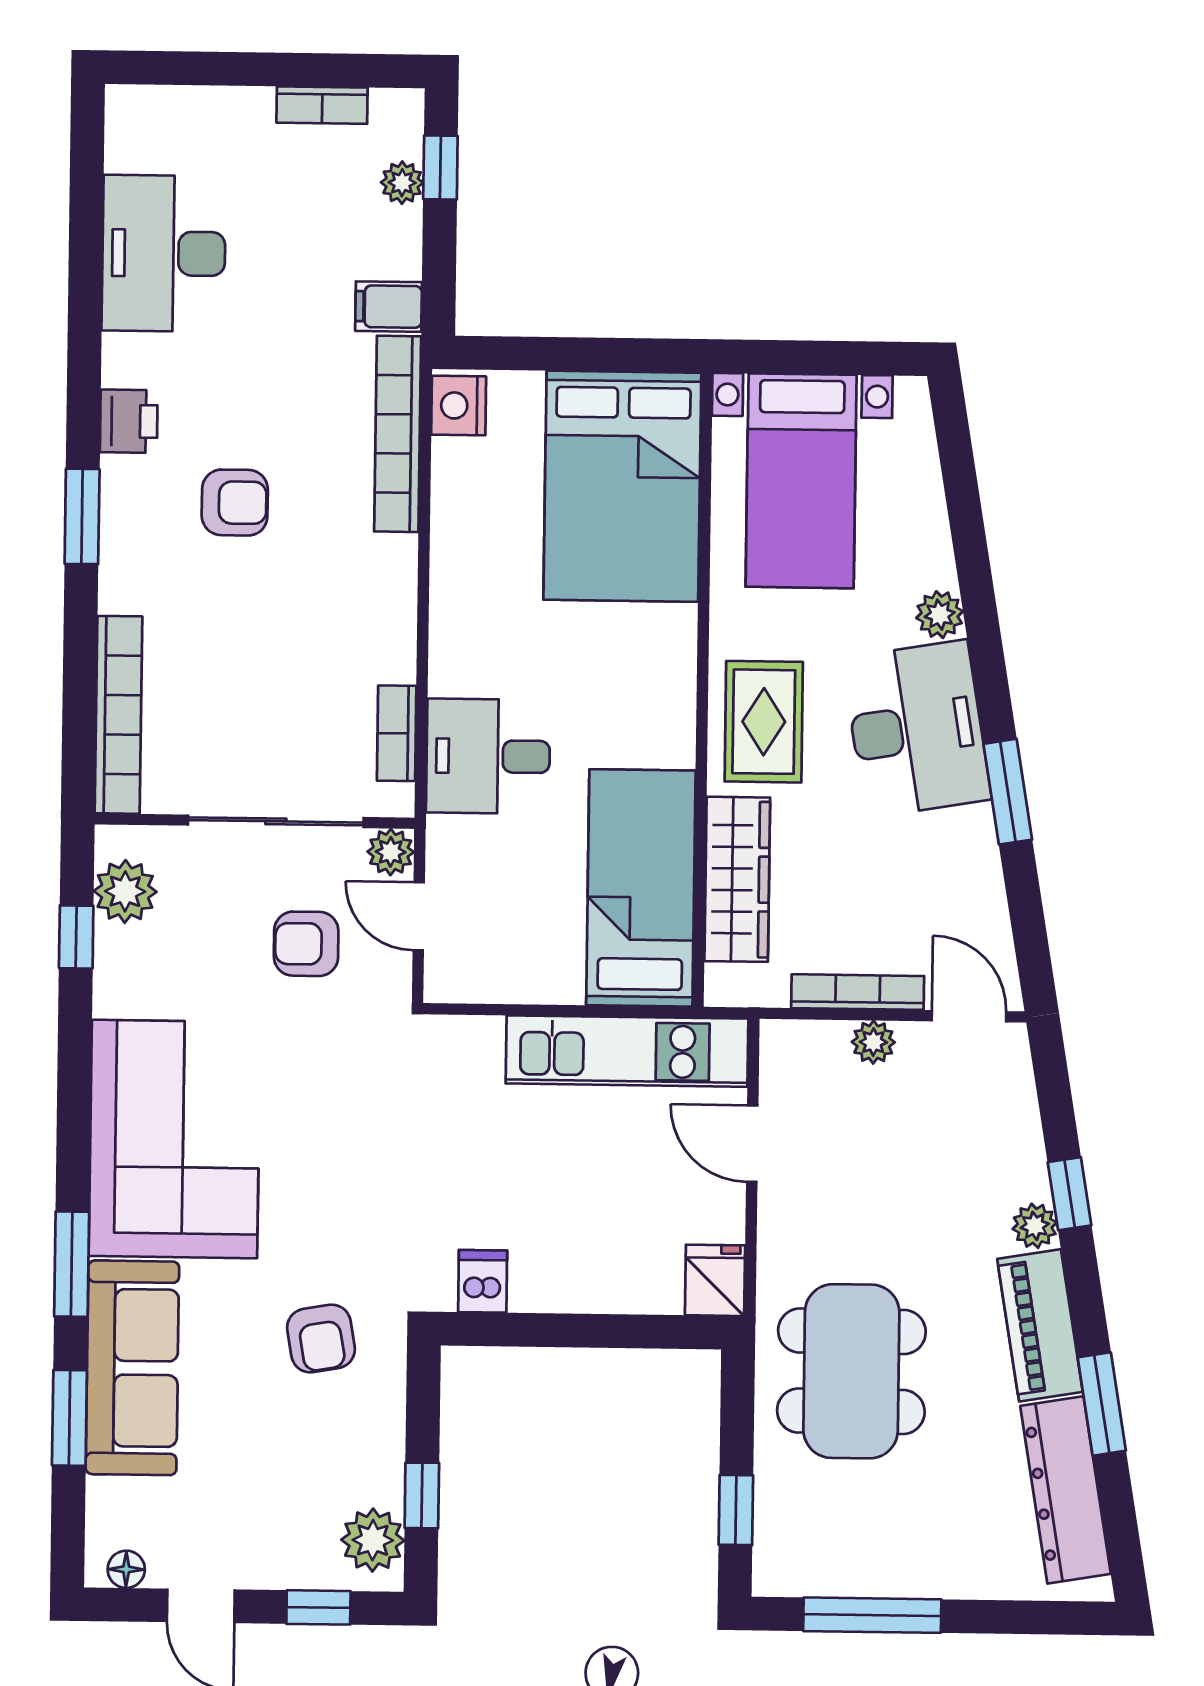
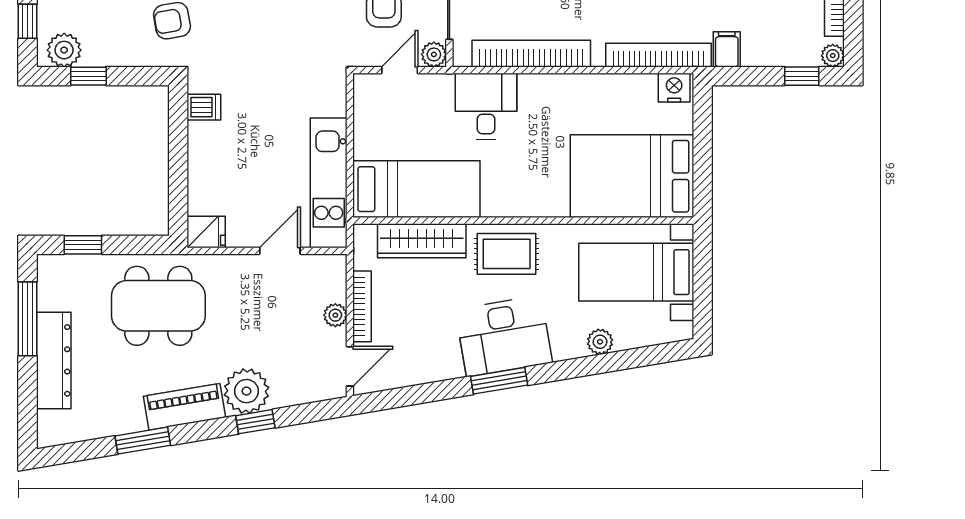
plant: (402, 183) -> (833, 56), moved
plant: (940, 615) -> (600, 342), moved
bookcase: (397, 733) -> (531, 54), width x2.31, depth x1.31
window: (1008, 792) -> (499, 381), moved
plant: (1035, 1226) -> (246, 391), width x1.87, depth x1.87
dresser: (1066, 1490) -> (54, 360), moved, turned 100

